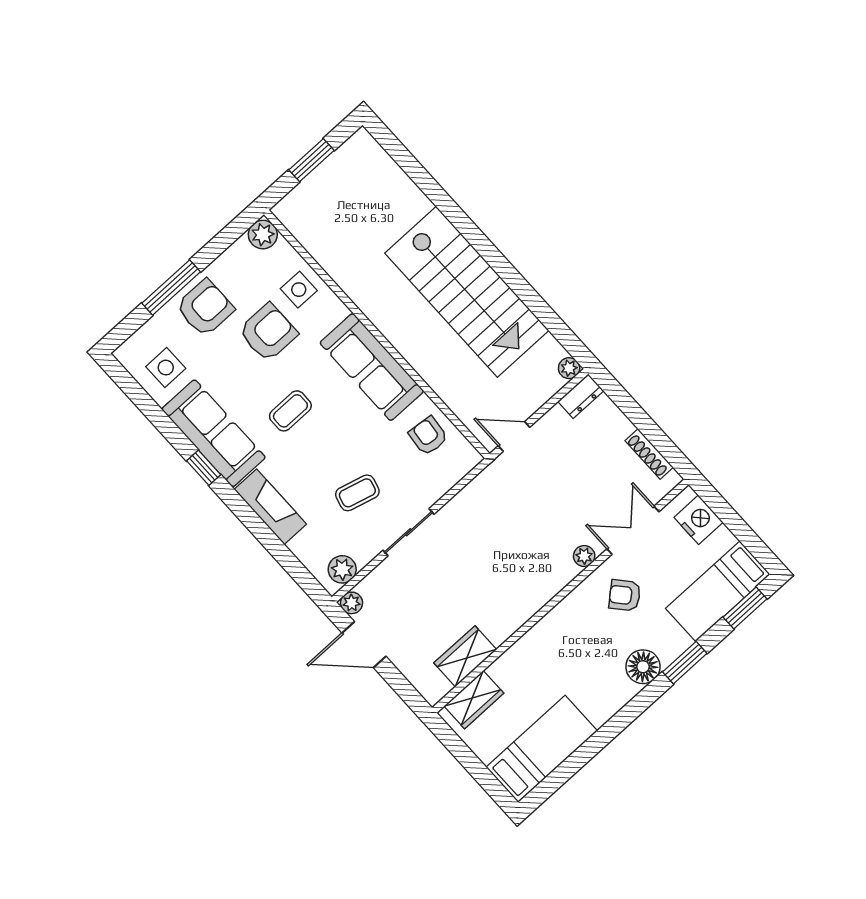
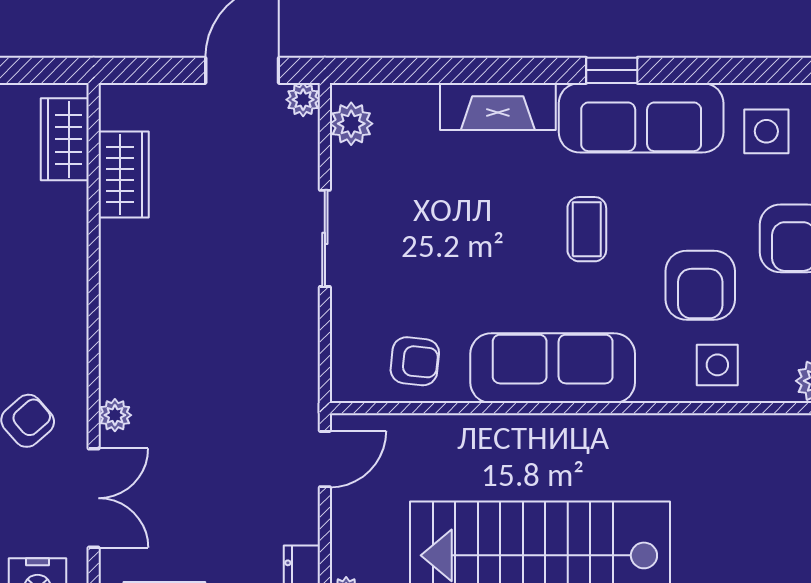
coffee table: (357, 493) -> (423, 221), removed

